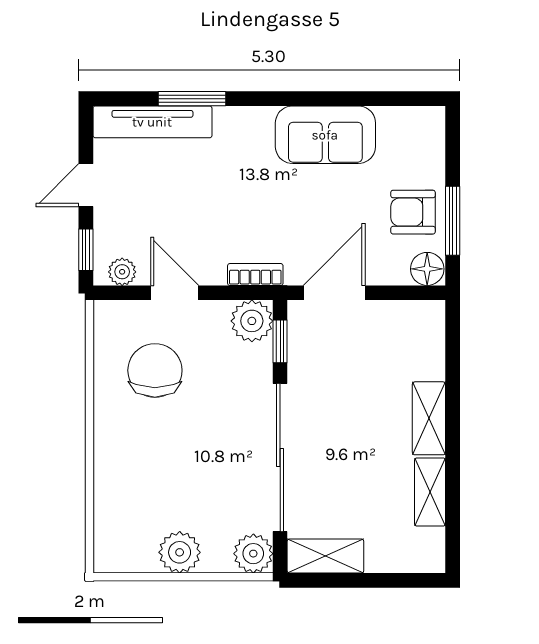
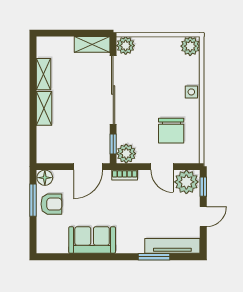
plant: (122, 272) -> (186, 182), width x1.88, depth x1.88
side table: (112, 454) -> (191, 92), added
plant: (180, 552) -> (190, 46), moved

